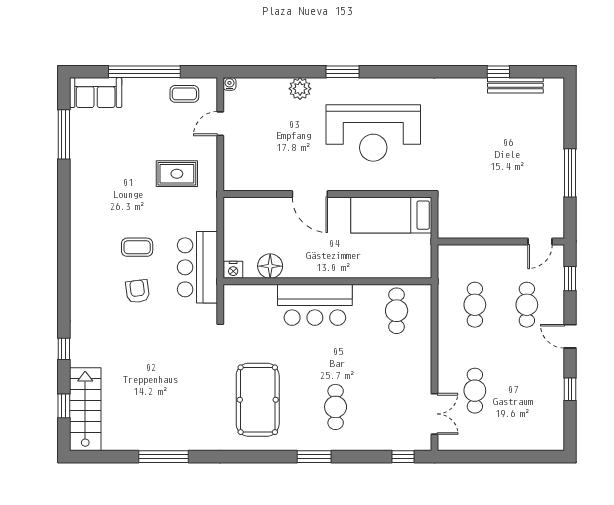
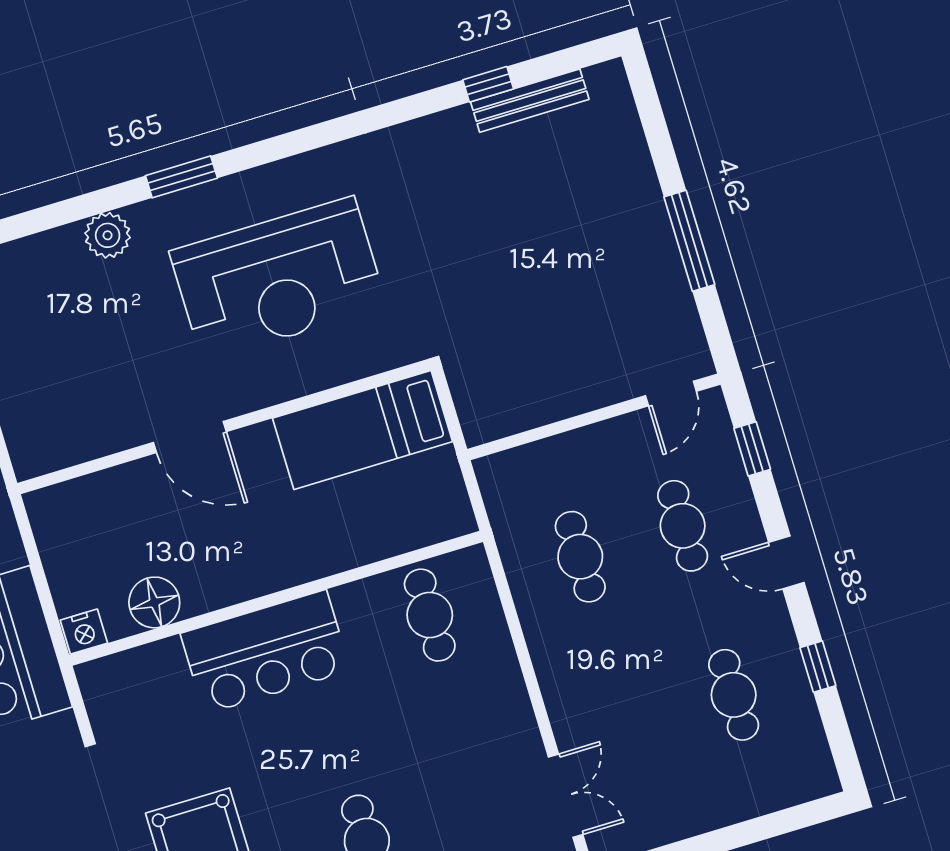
cafe table: (475, 391) -> (734, 695), moved

